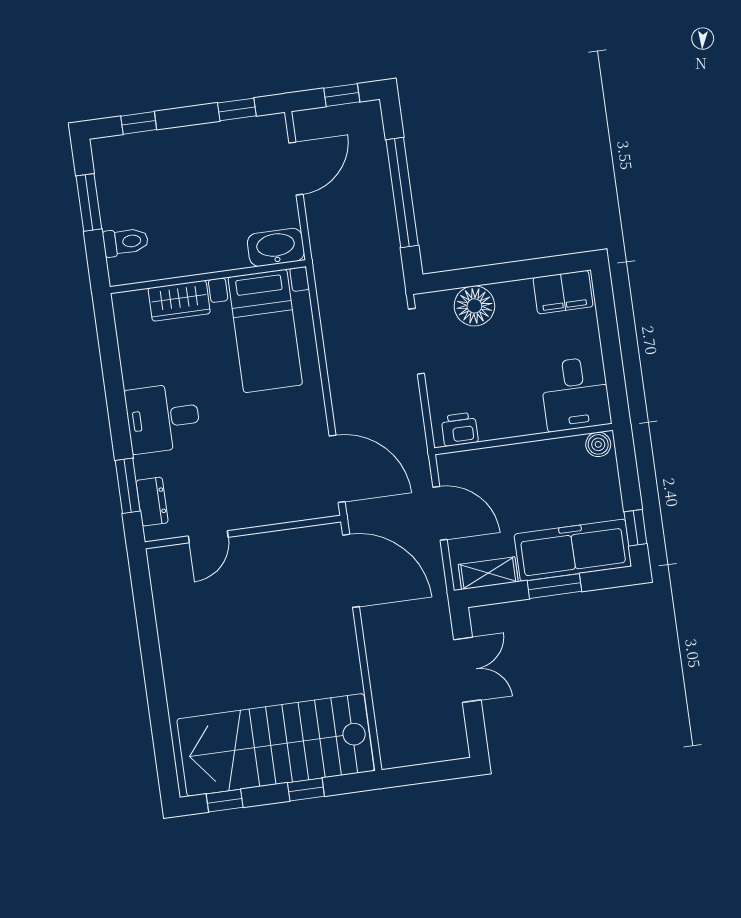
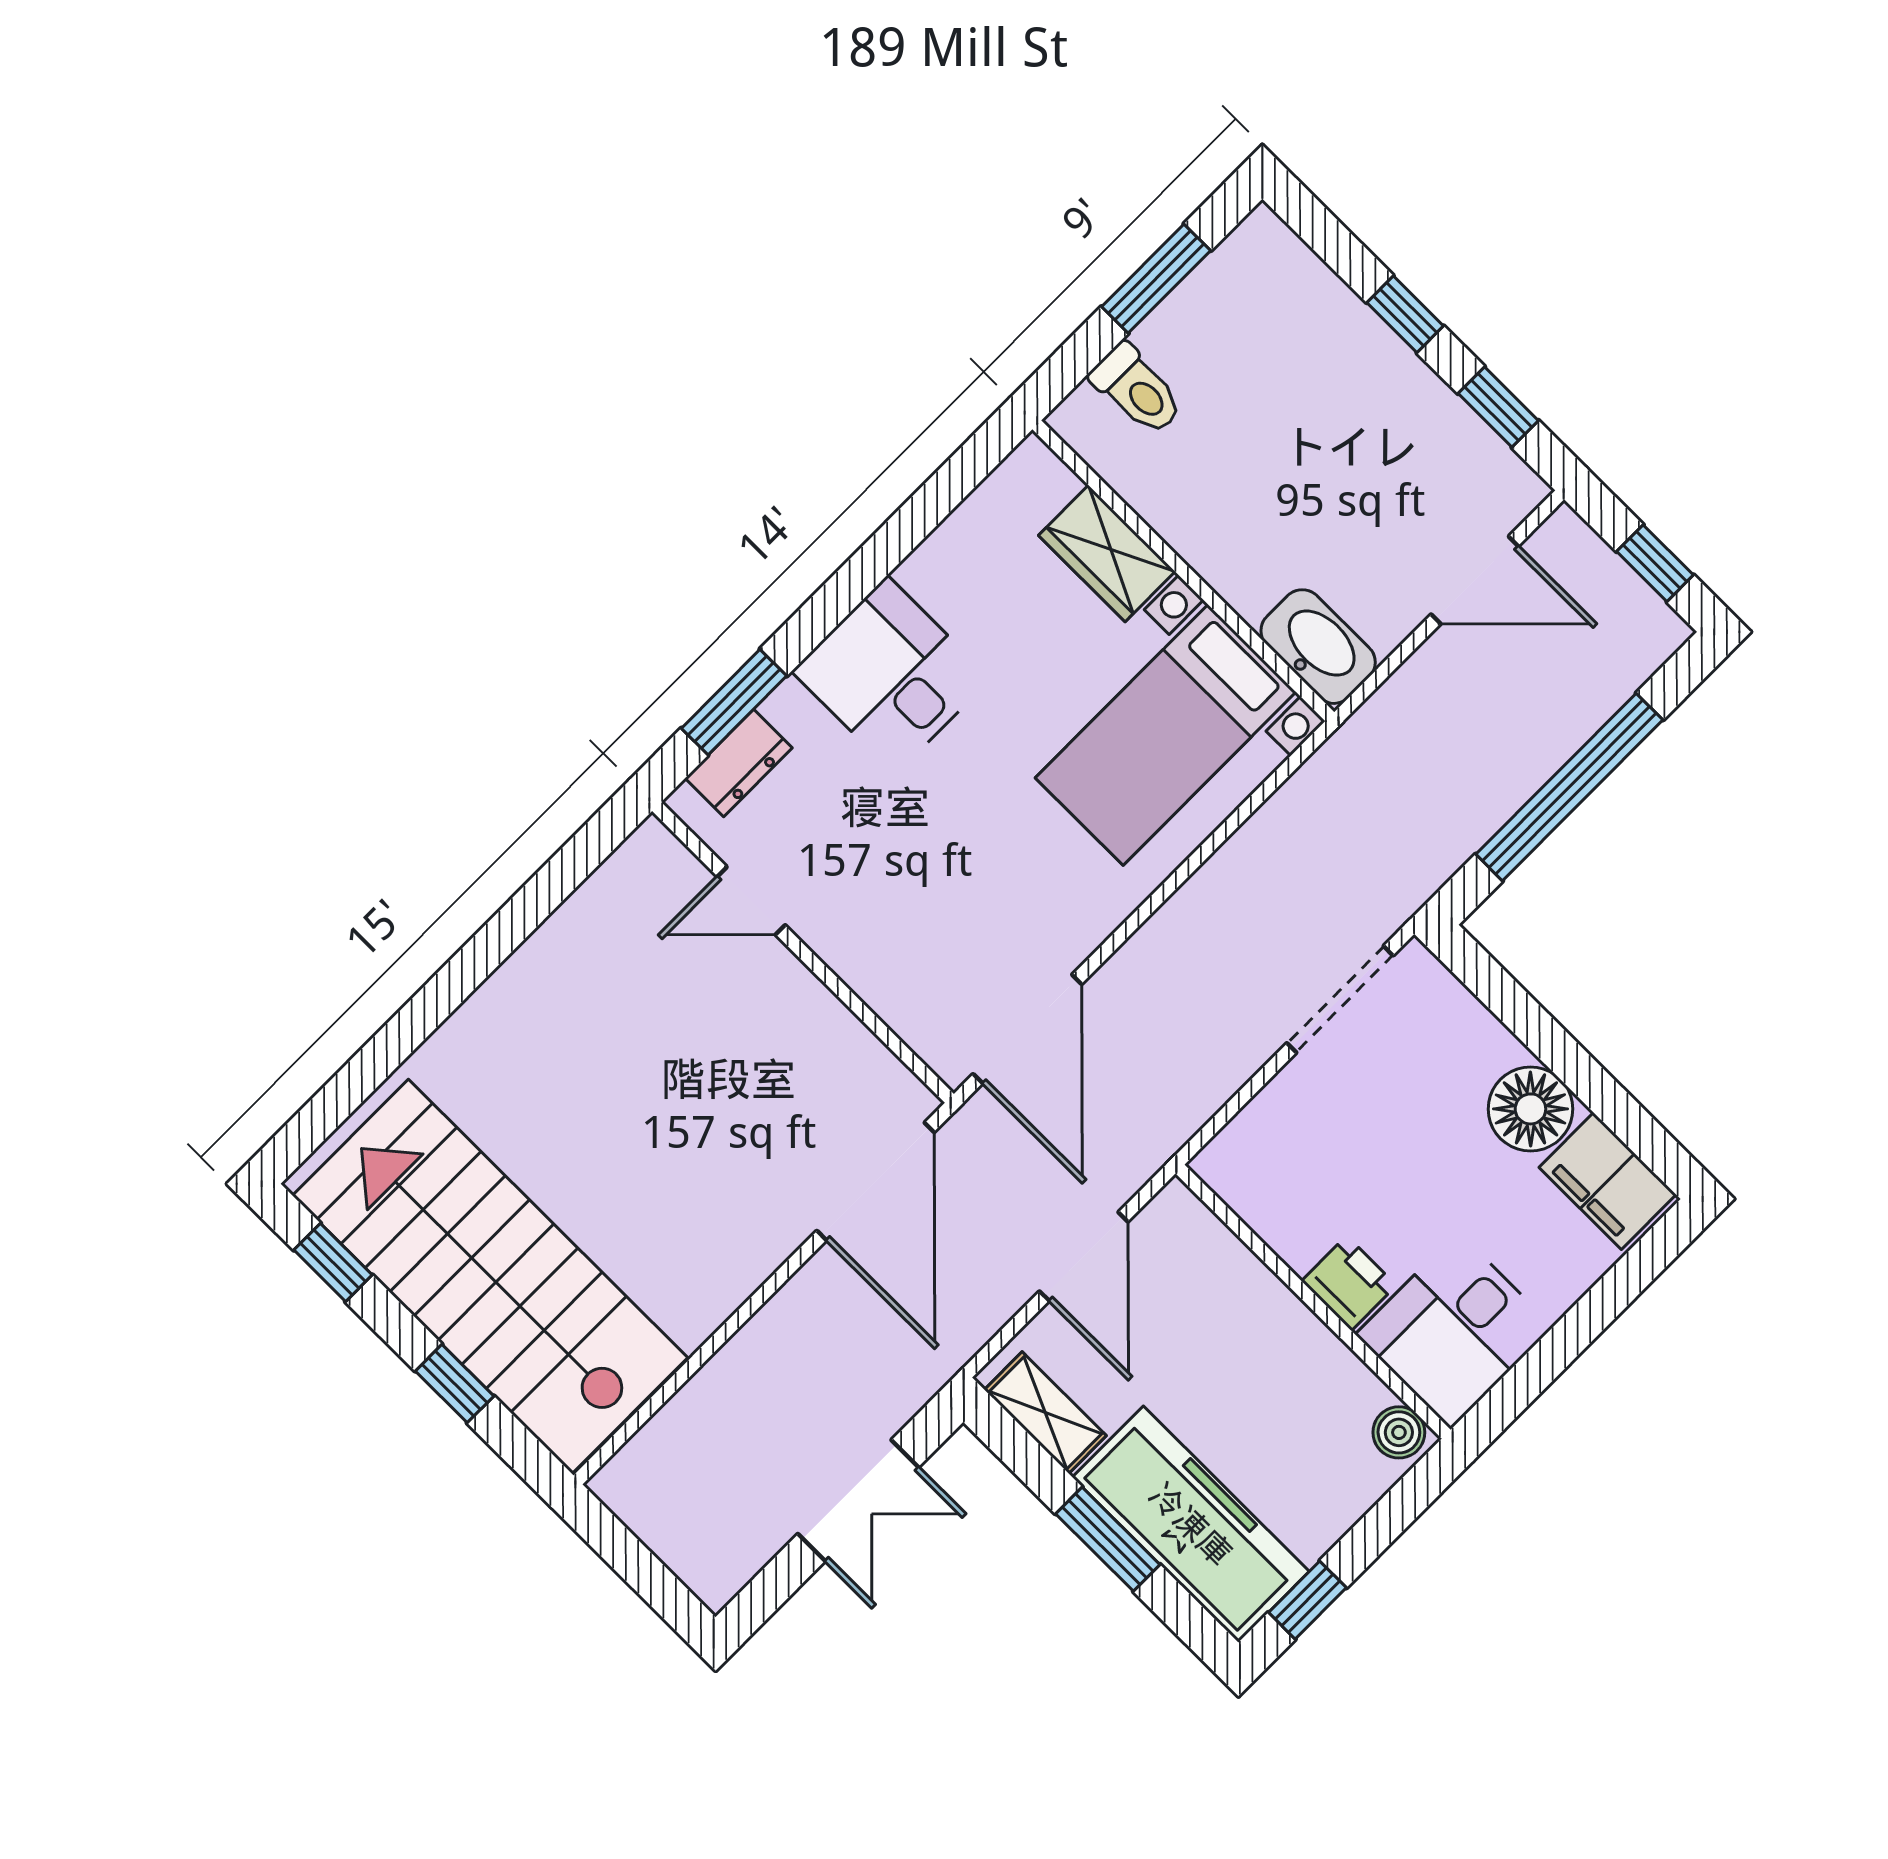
window: (139, 123) -> (1405, 314), moved
floor lamp: (474, 306) -> (1530, 1109), moved
printer: (460, 429) -> (1349, 1283), moved

